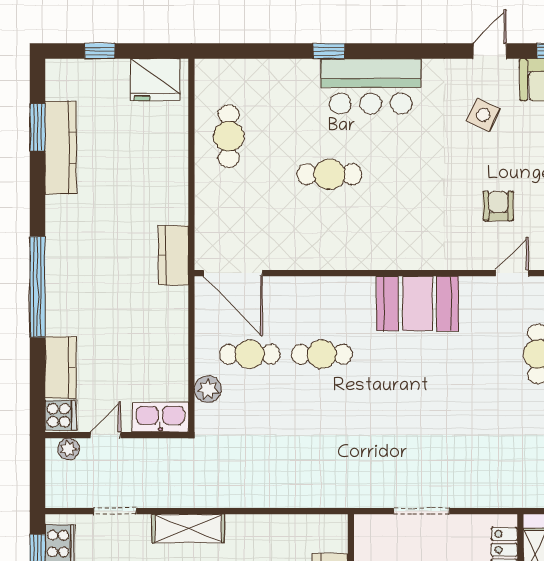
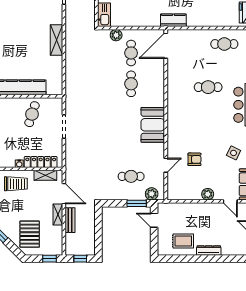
cafe table: (329, 174) -> (208, 87), turned 90
door: (512, 273) -> (166, 165), hinge flipped
shelving: (188, 529) -> (56, 40), moved

